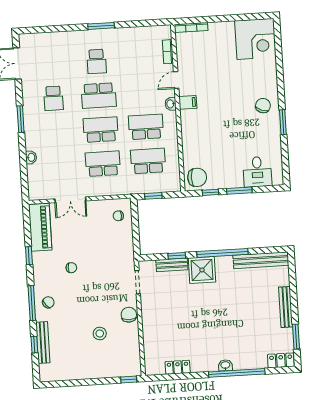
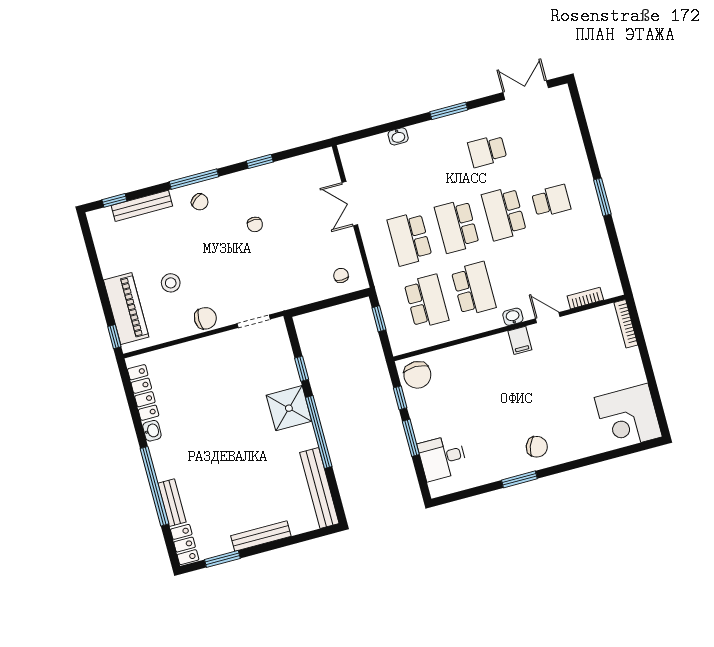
school desk: (97, 61) -> (551, 201), turned 180
school desk: (101, 130) -> (457, 226), turned 180
school desk: (103, 164) -> (410, 239), turned 180
piano: (40, 227) -> (126, 309), moved, turned -90
bench: (172, 265) -> (172, 503), moved
window: (34, 345) -> (114, 200), moved
washbasin: (225, 365) -> (152, 431), moved
locker: (178, 367) -> (143, 392), width x1.53

